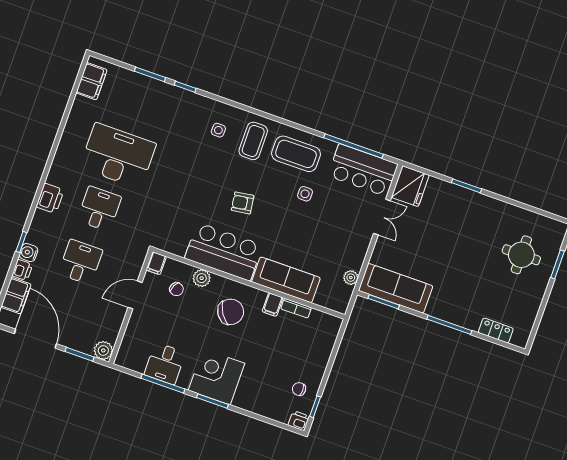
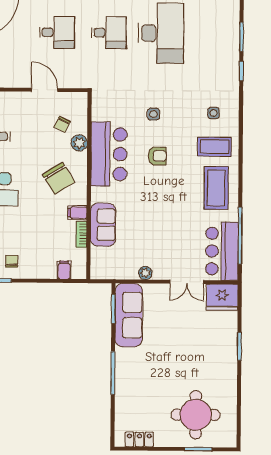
side table: (305, 194) -> (153, 114), moved
armchair: (243, 203) -> (157, 156), turned 98
round table: (521, 255) -> (196, 415), width x1.36, depth x1.36
filing cabinet: (156, 263) -> (64, 270), moved, turned 90
plant: (351, 278) -> (145, 273), moved
sofa: (286, 280) -> (103, 225), width x0.73
locker: (496, 330) -> (139, 439), moved, turned -90

